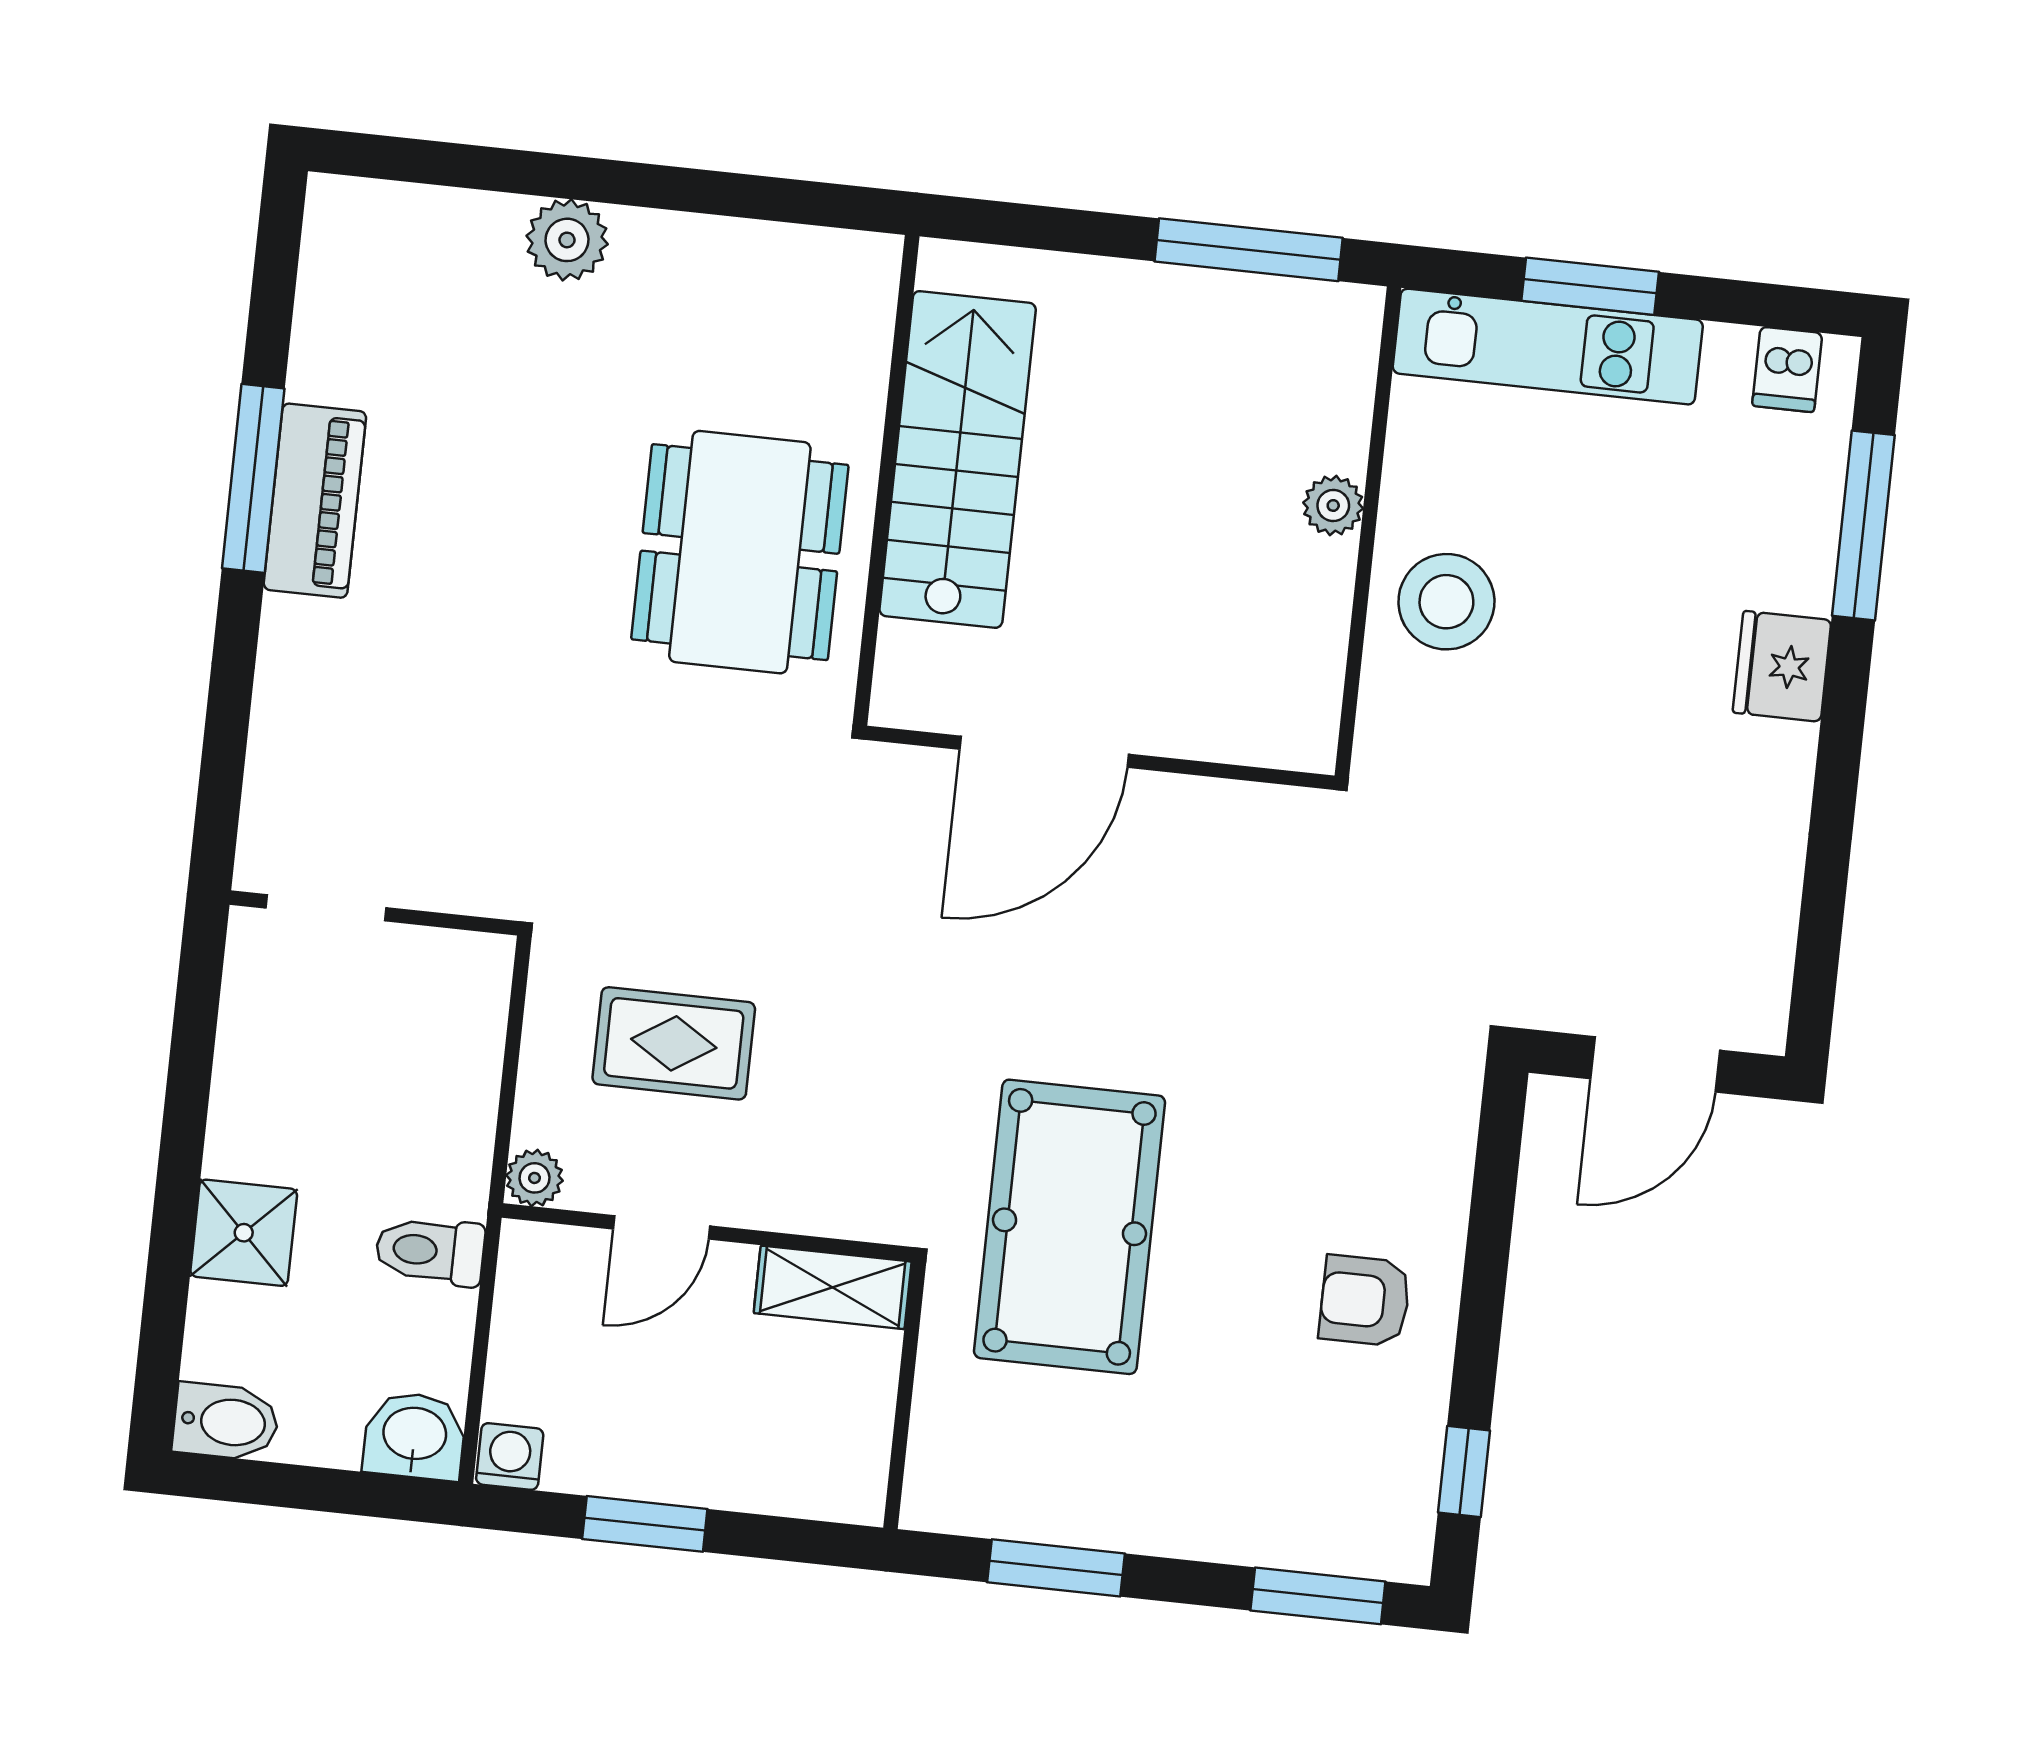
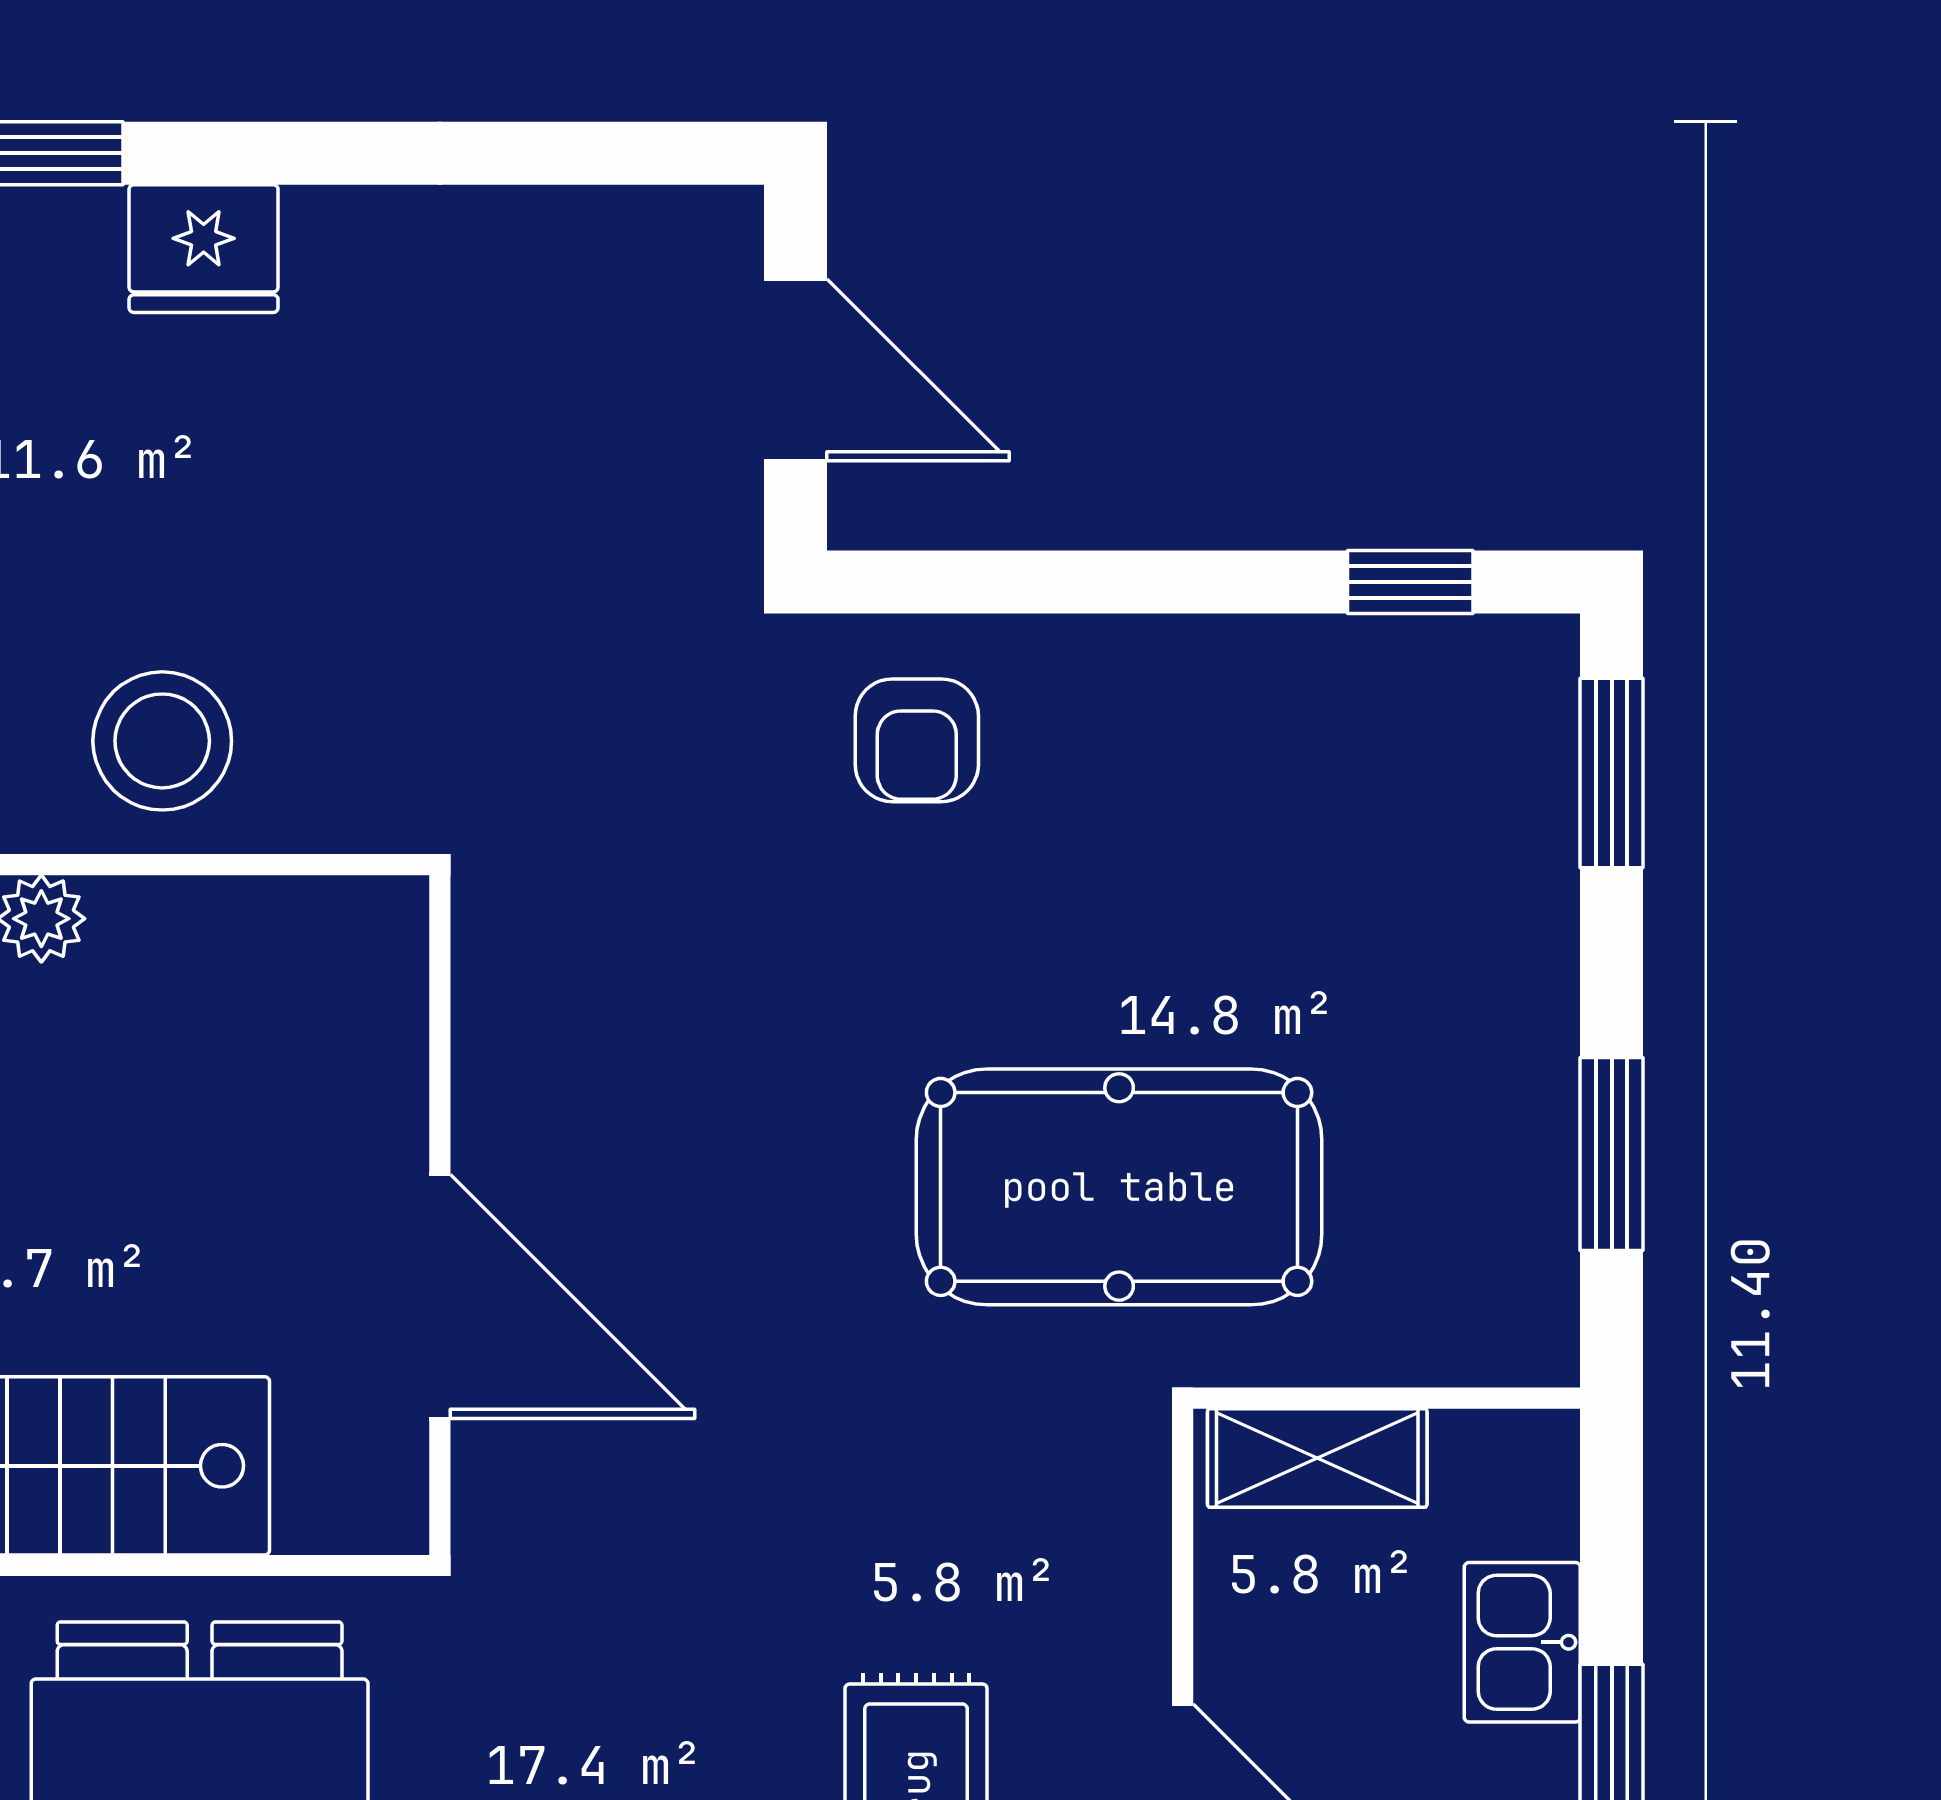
shelving: (833, 1287) -> (1317, 1458), moved, turned 90
armchair: (1365, 1301) -> (917, 740), moved
kitchen sink: (727, 1471) -> (1522, 1642), added

